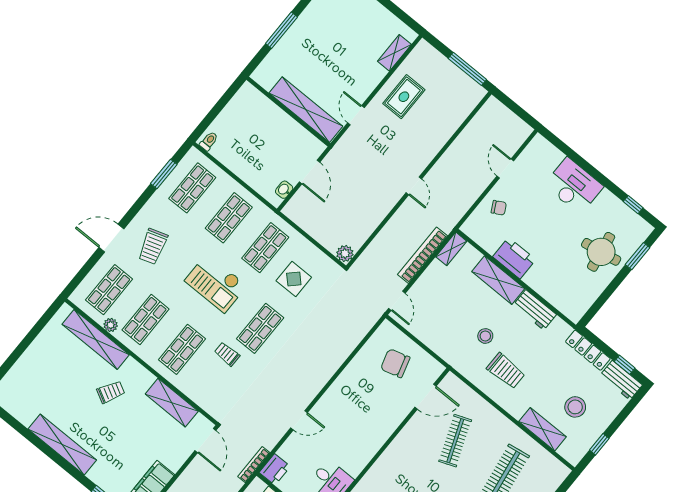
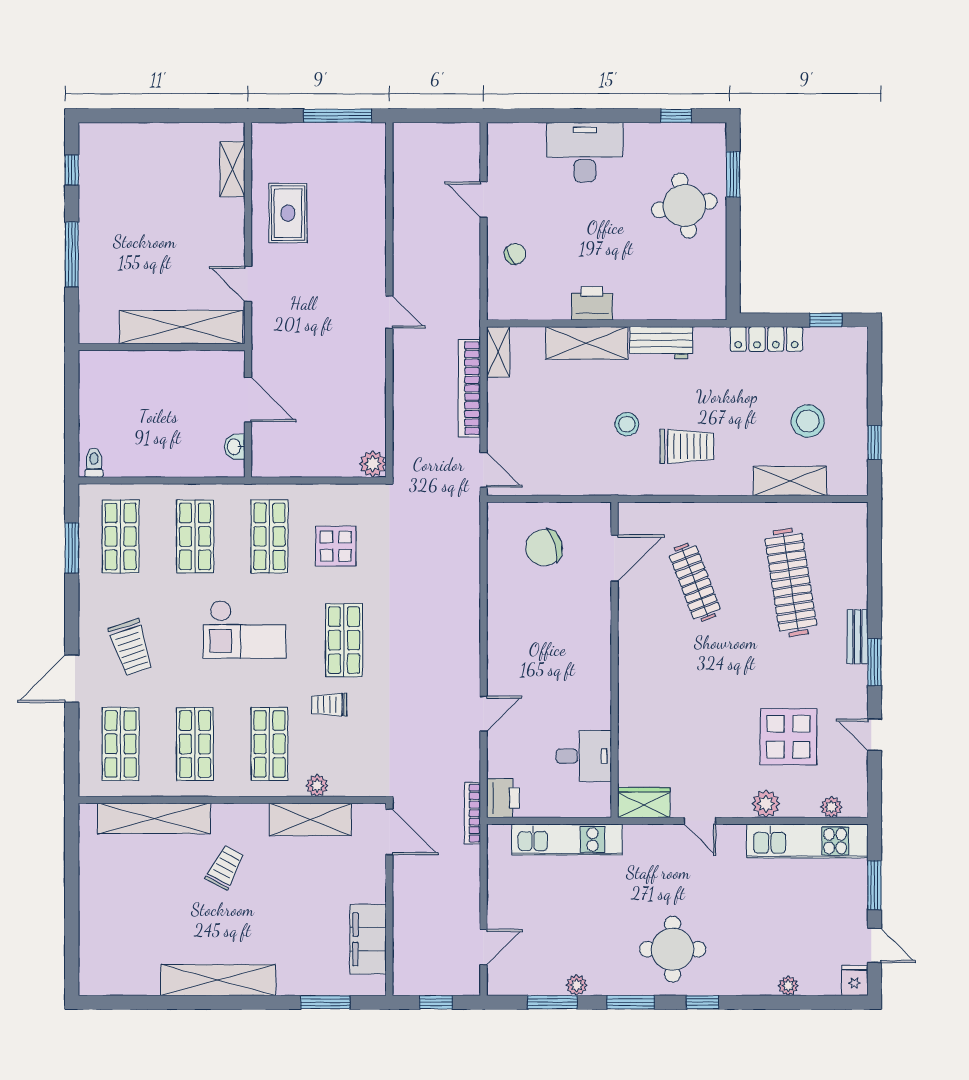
printer: (514, 258) -> (592, 303), width x0.73, depth x0.84
plant: (111, 325) -> (317, 786), moved
workbench: (621, 380) -> (837, 343), removed

